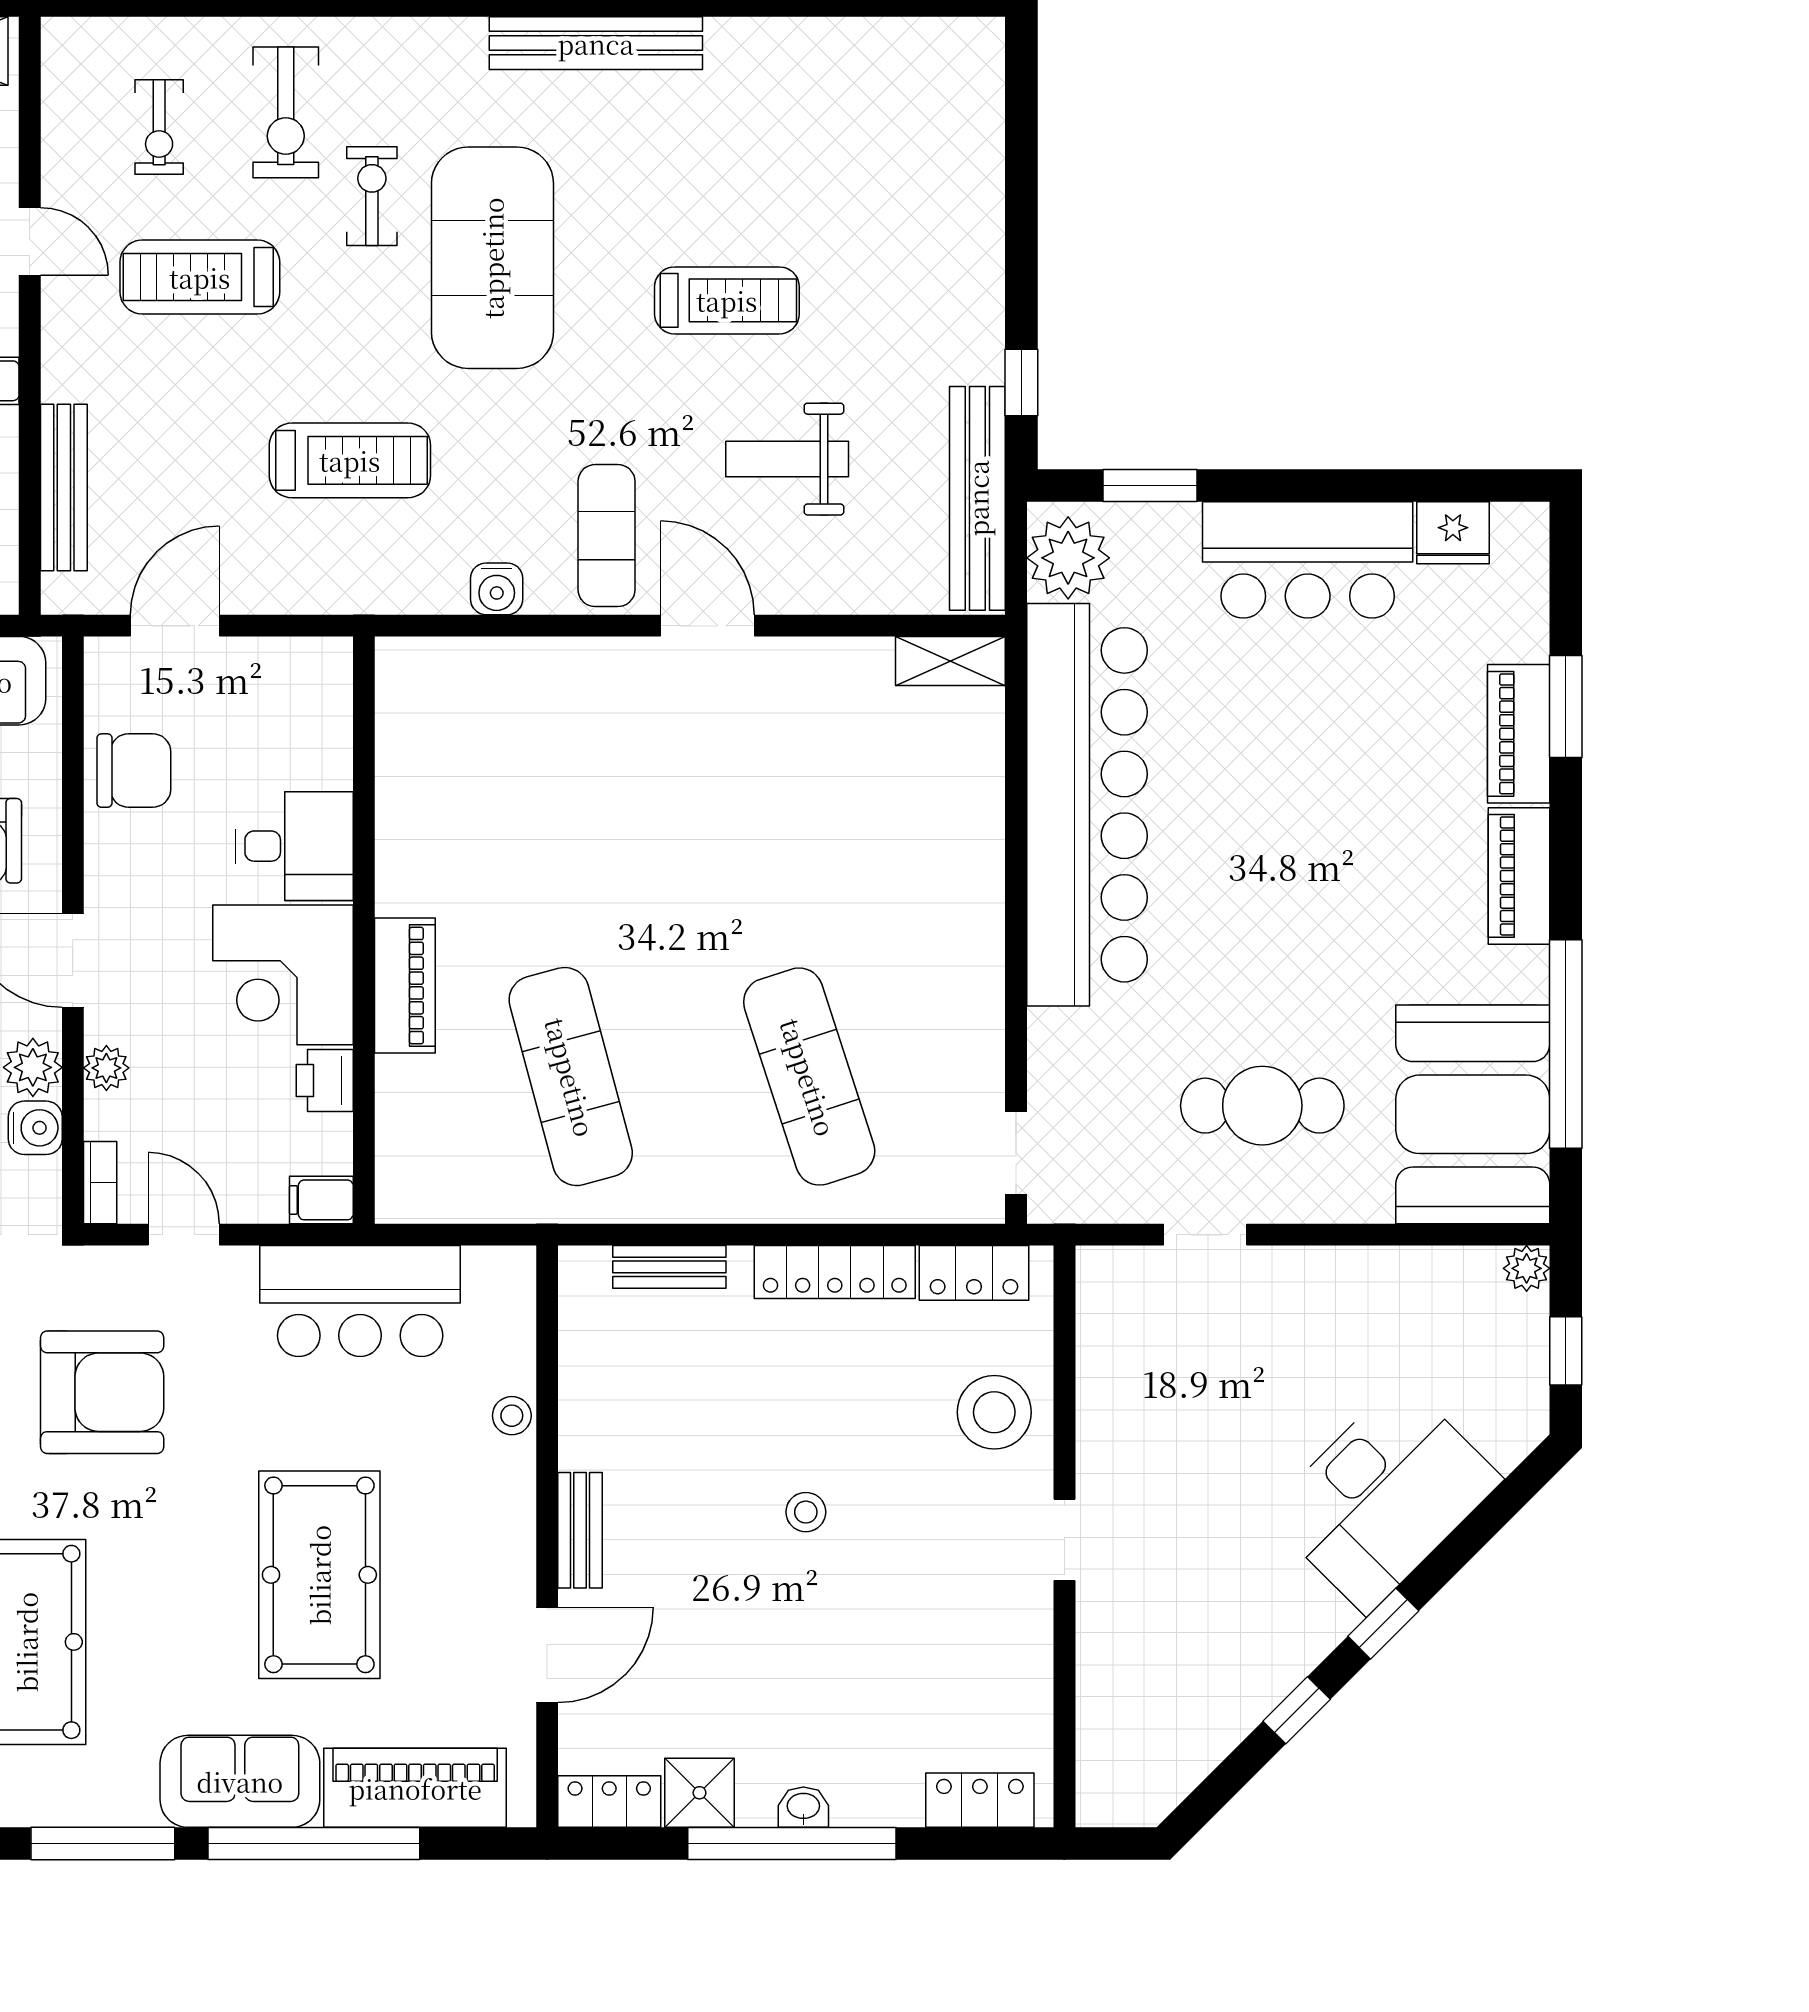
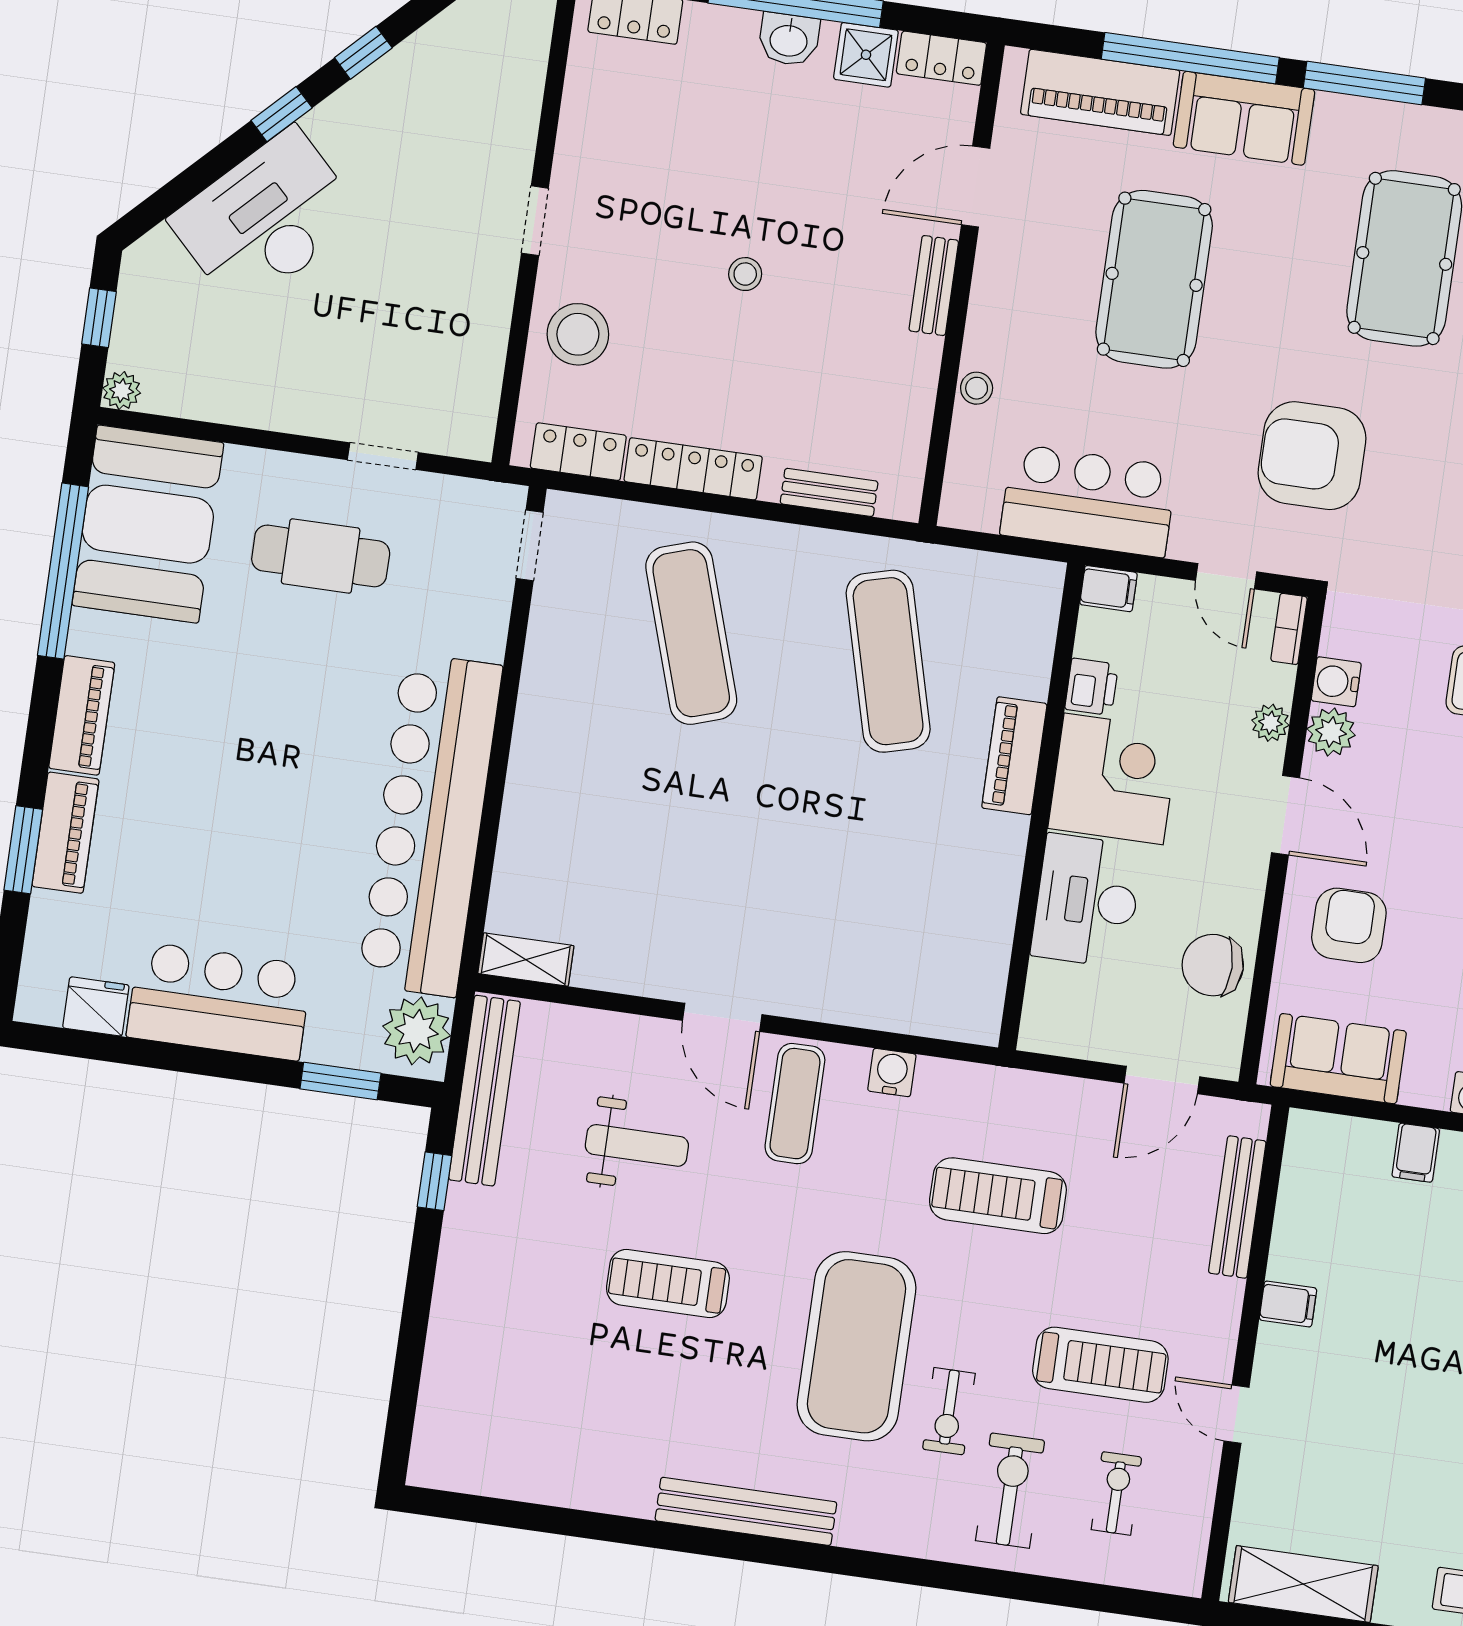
desk: (294, 846) -> (1087, 901), width x1.37
washbasin: (803, 1807) -> (789, 39), width x1.38, depth x1.45

